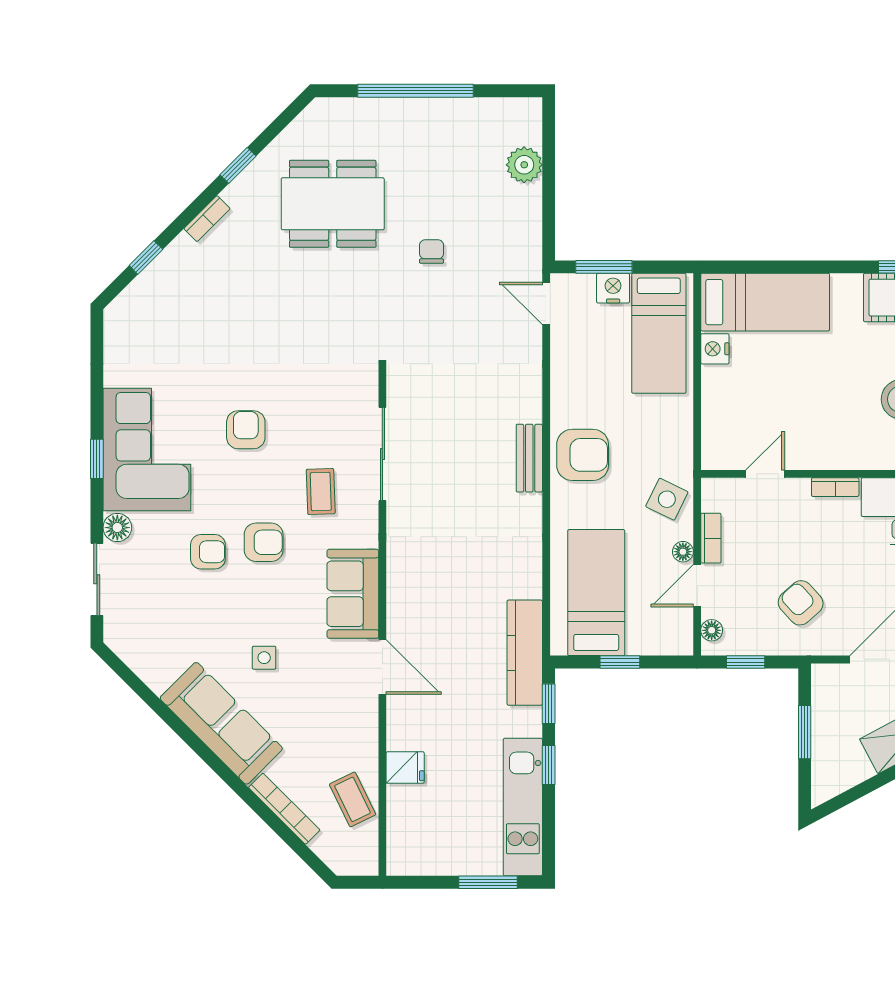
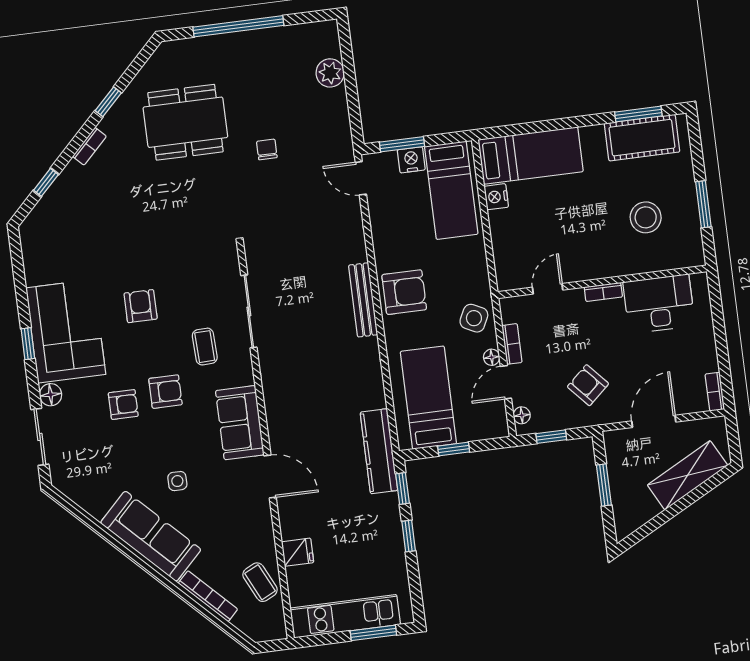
bench: (529, 458) -> (363, 300), width x1.36
kitchen unit: (523, 807) -> (345, 616), moved, turned 90

